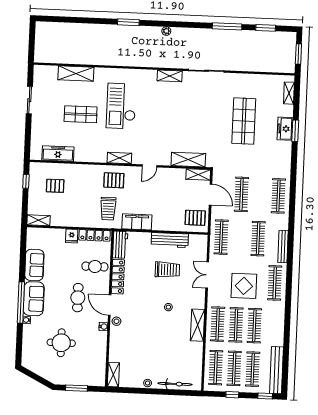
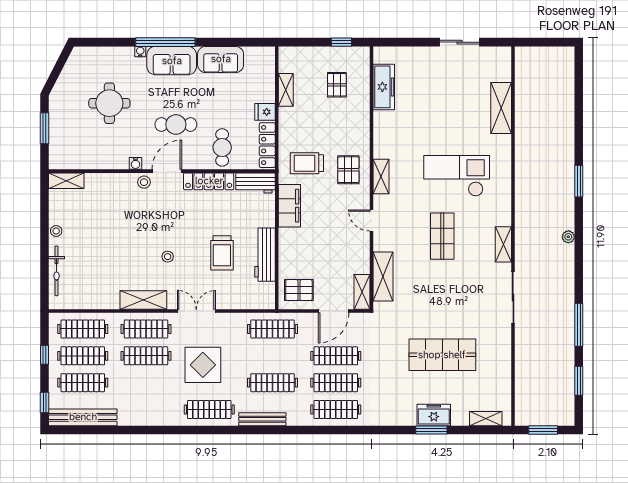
shop shelf: (81, 114) -> (442, 236), moved
pallet: (195, 218) -> (299, 290), turned 90
shelving: (39, 220) -> (286, 90), moved
double door: (207, 275) -> (196, 311), moved
clothes rail: (254, 326) -> (336, 383), moved

